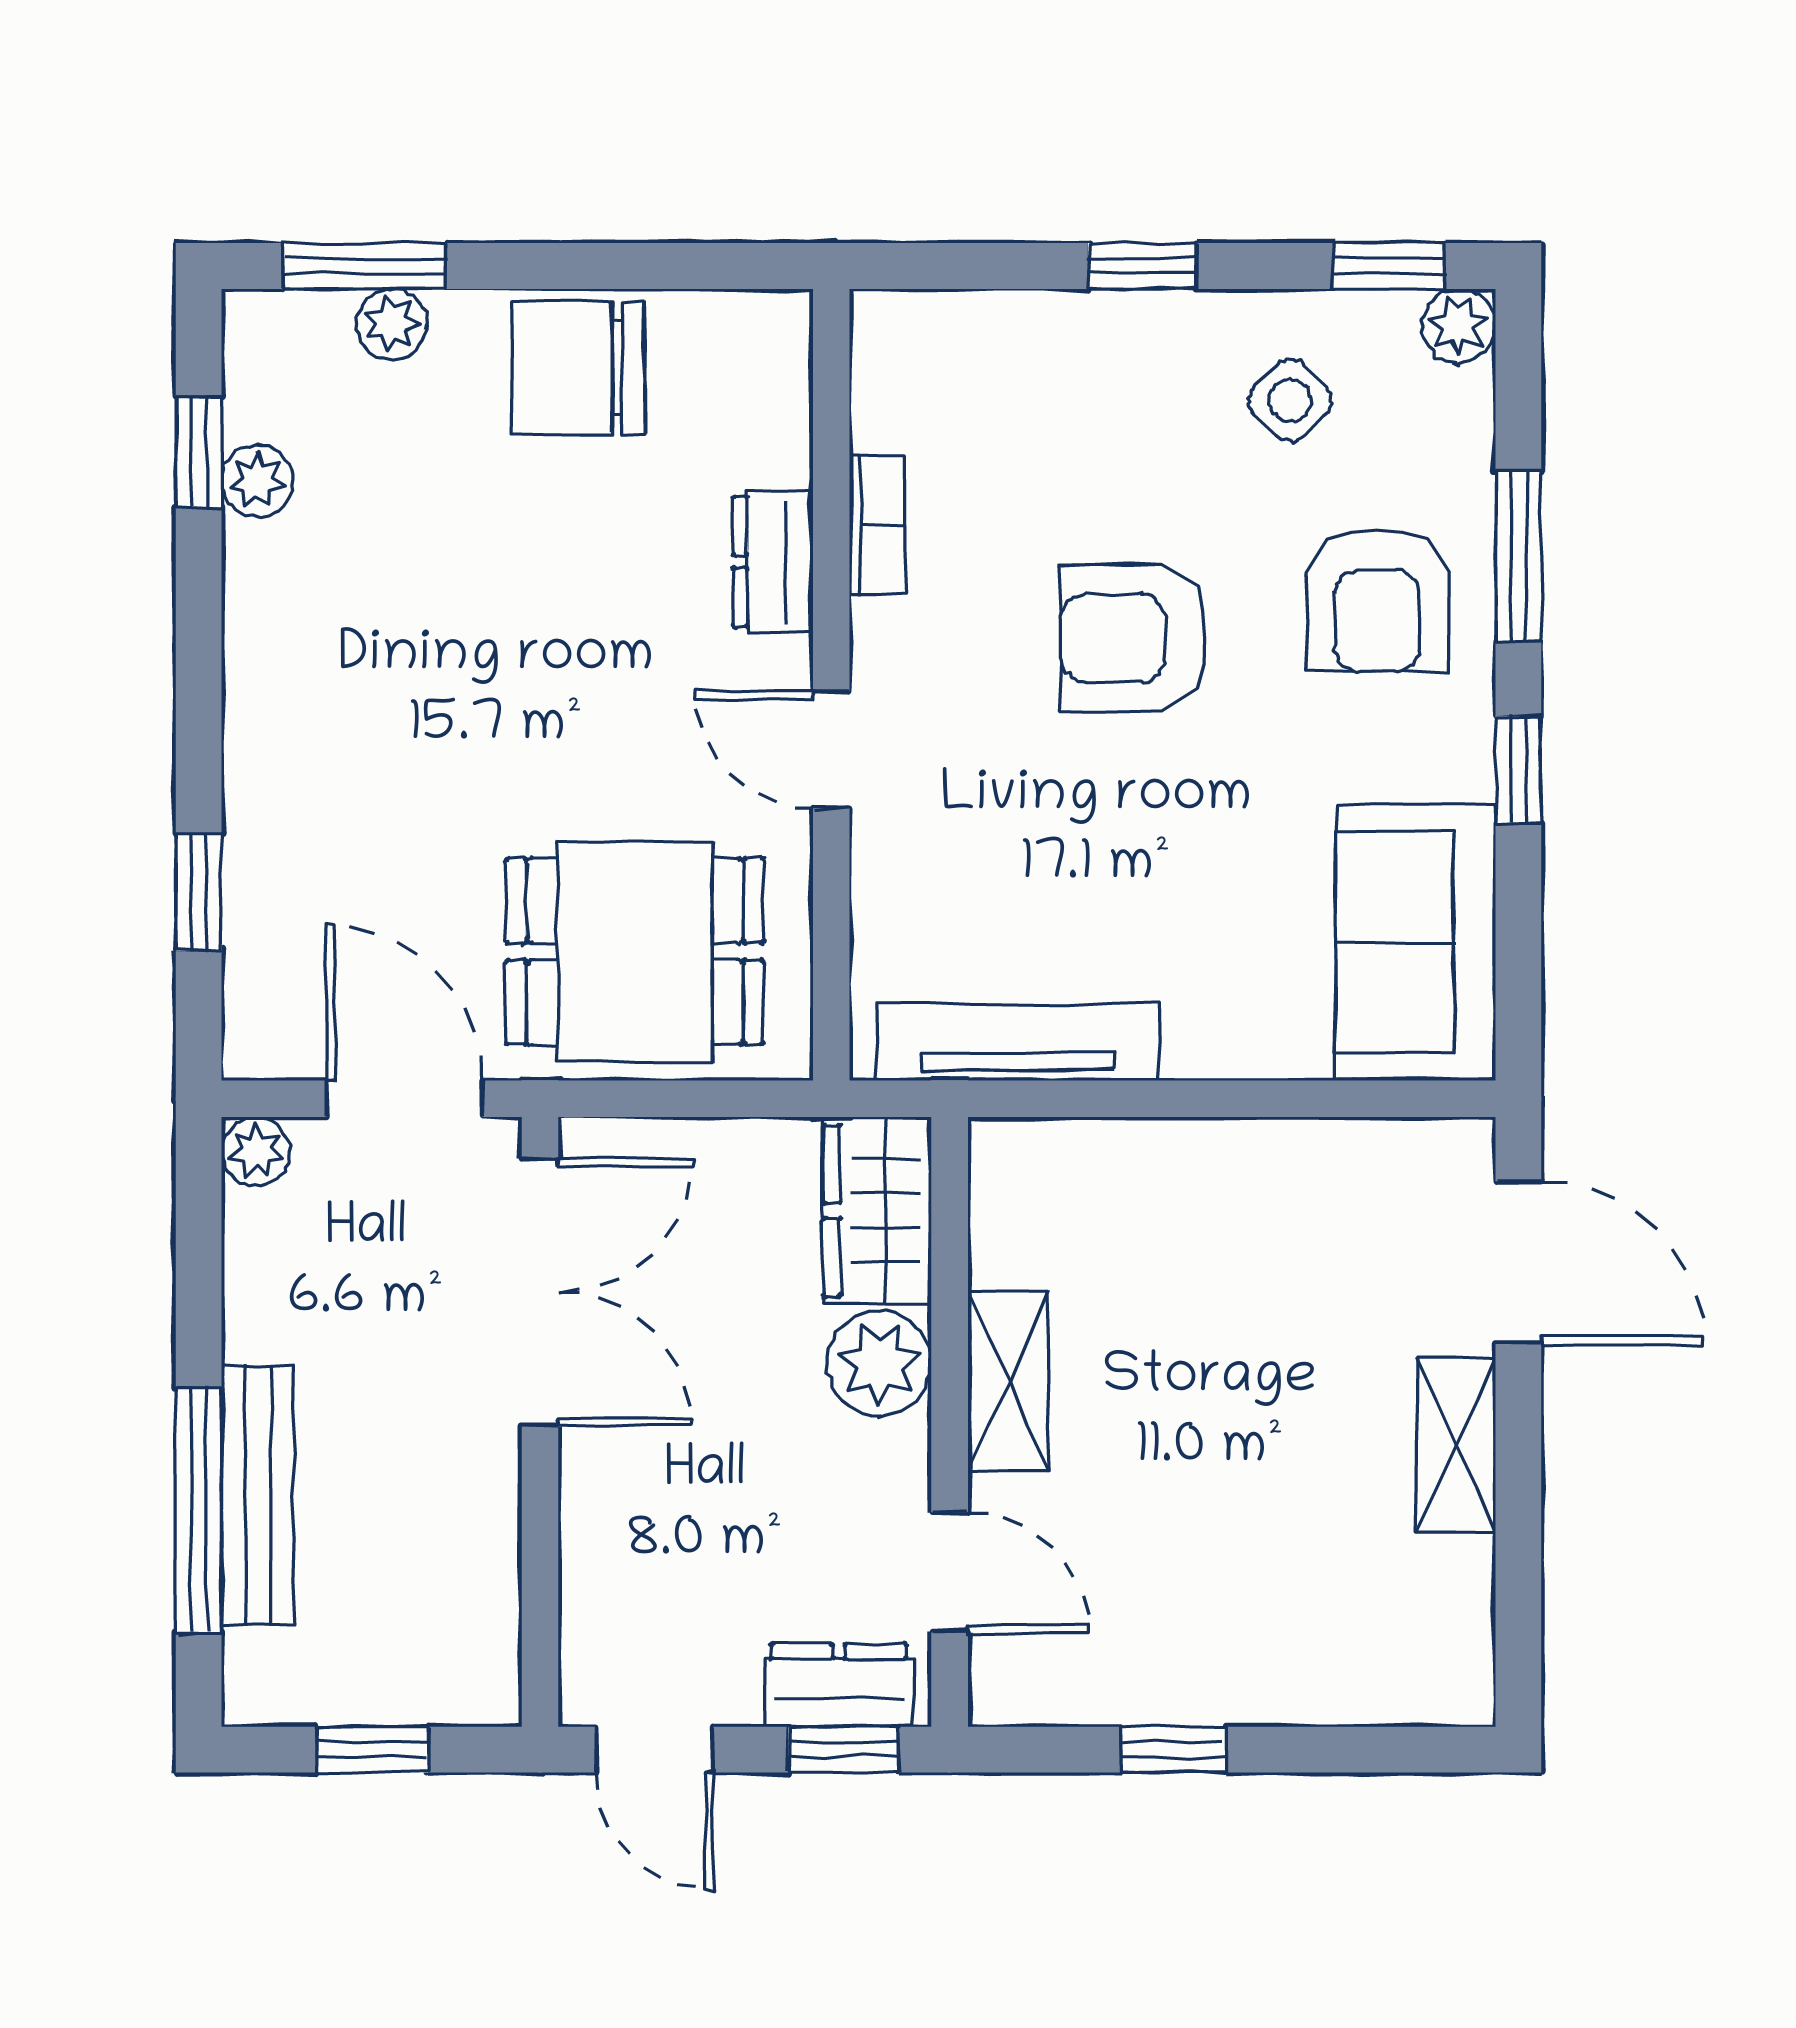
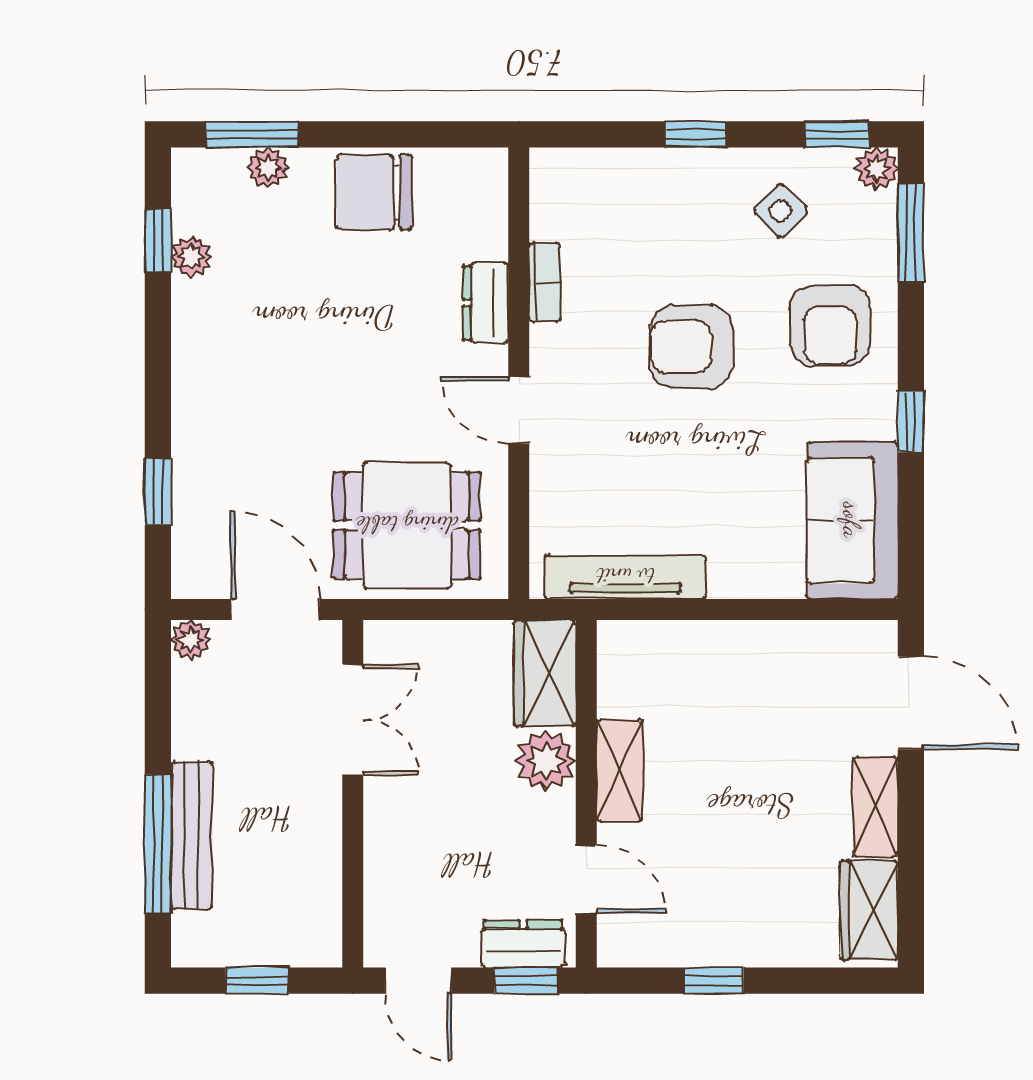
window: (1518, 557) -> (911, 233), moved
double door: (540, 1292) -> (353, 720), width x0.73
wardrobe: (1445, 1626) -> (869, 910), added

